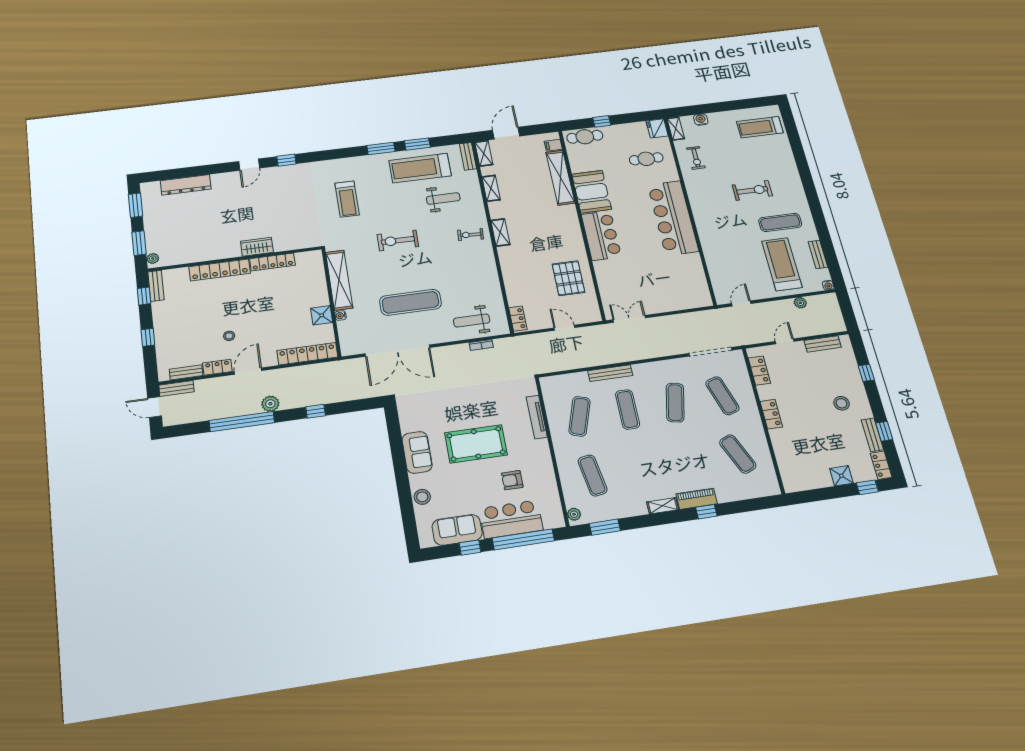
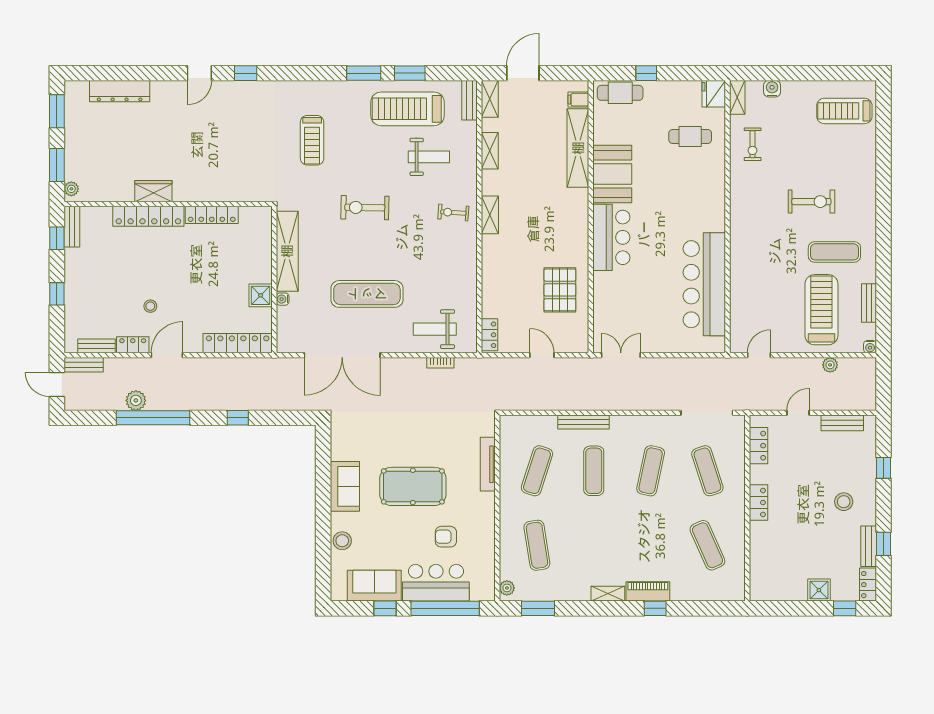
bar counter: (673, 218) -> (704, 284), moved
wardrobe: (257, 247) -> (153, 191), moved
plant: (270, 404) -> (136, 400), moved

